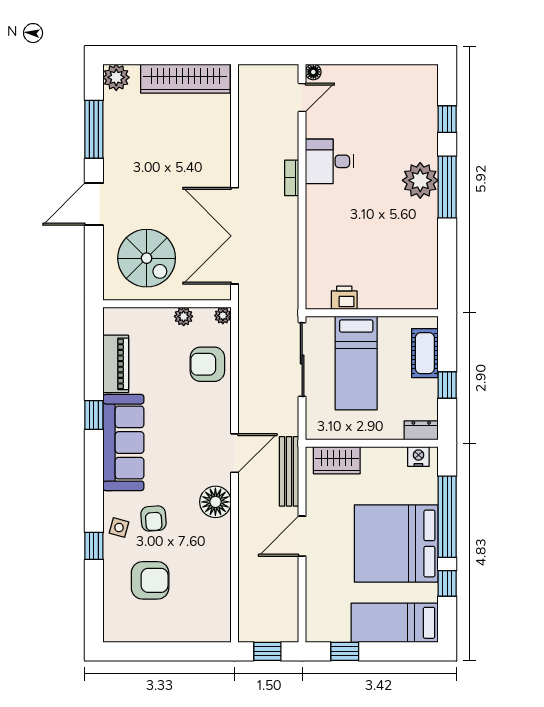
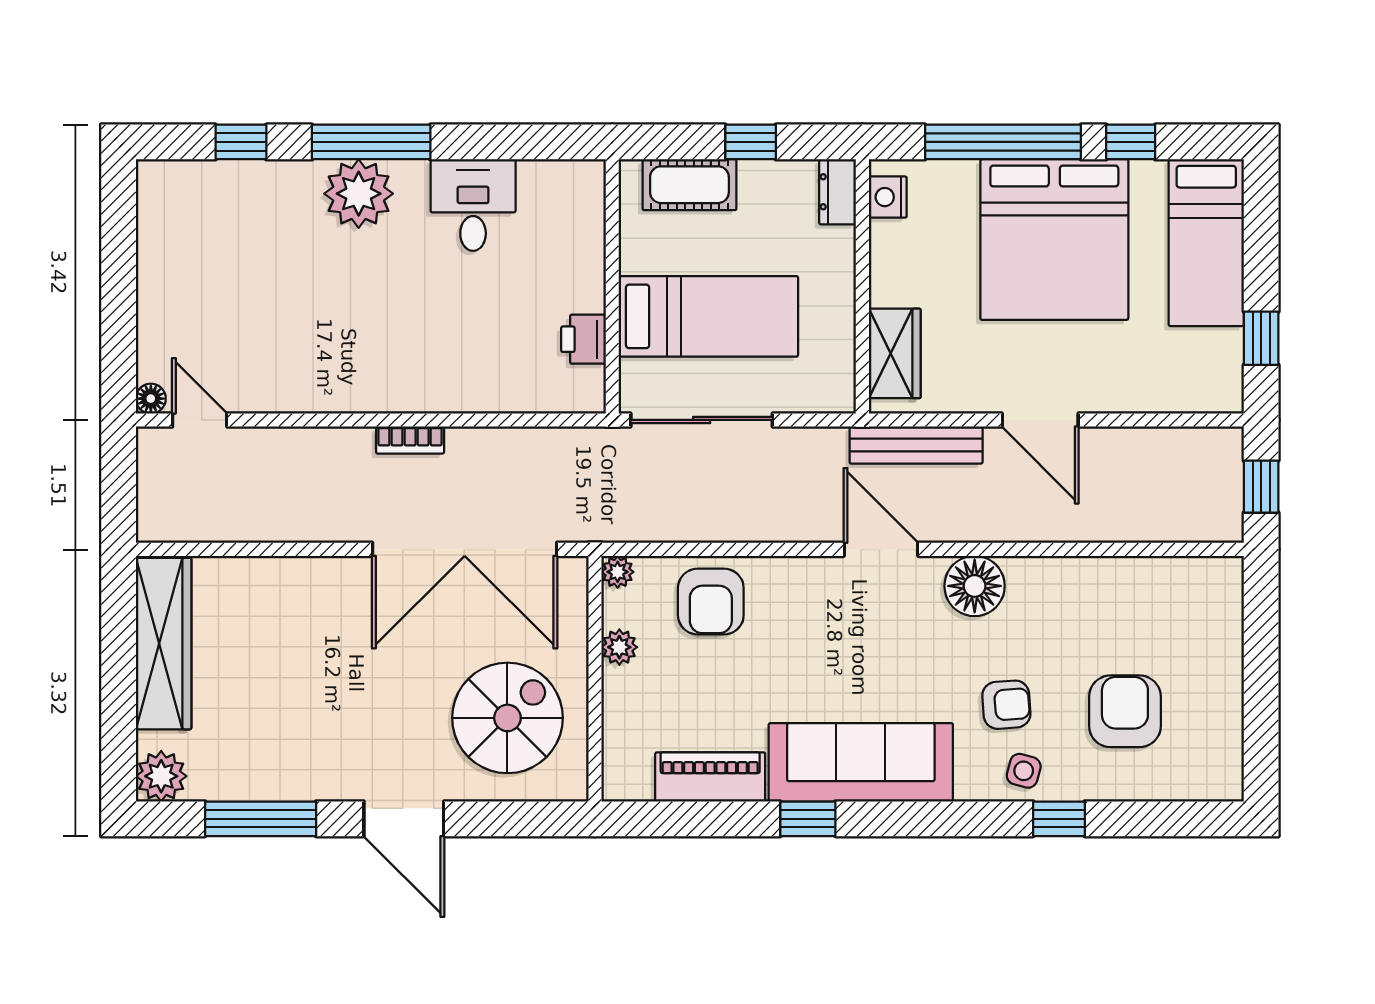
desk: (329, 161) -> (473, 205), moved, turned 180
bookcase: (292, 178) -> (410, 440), moved

